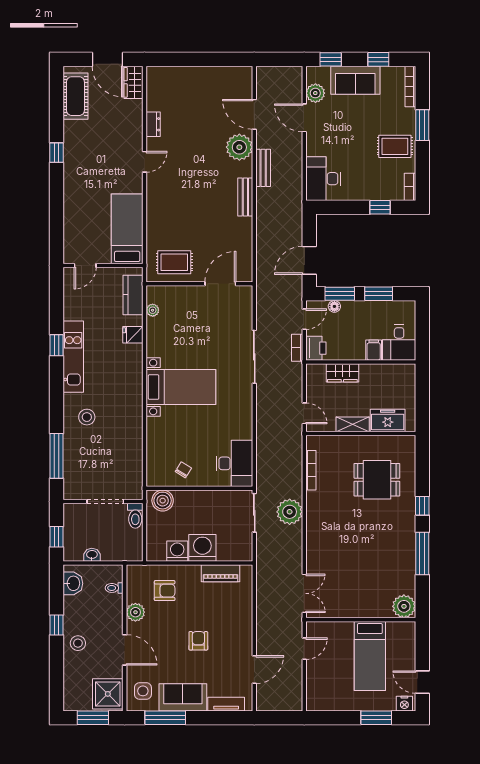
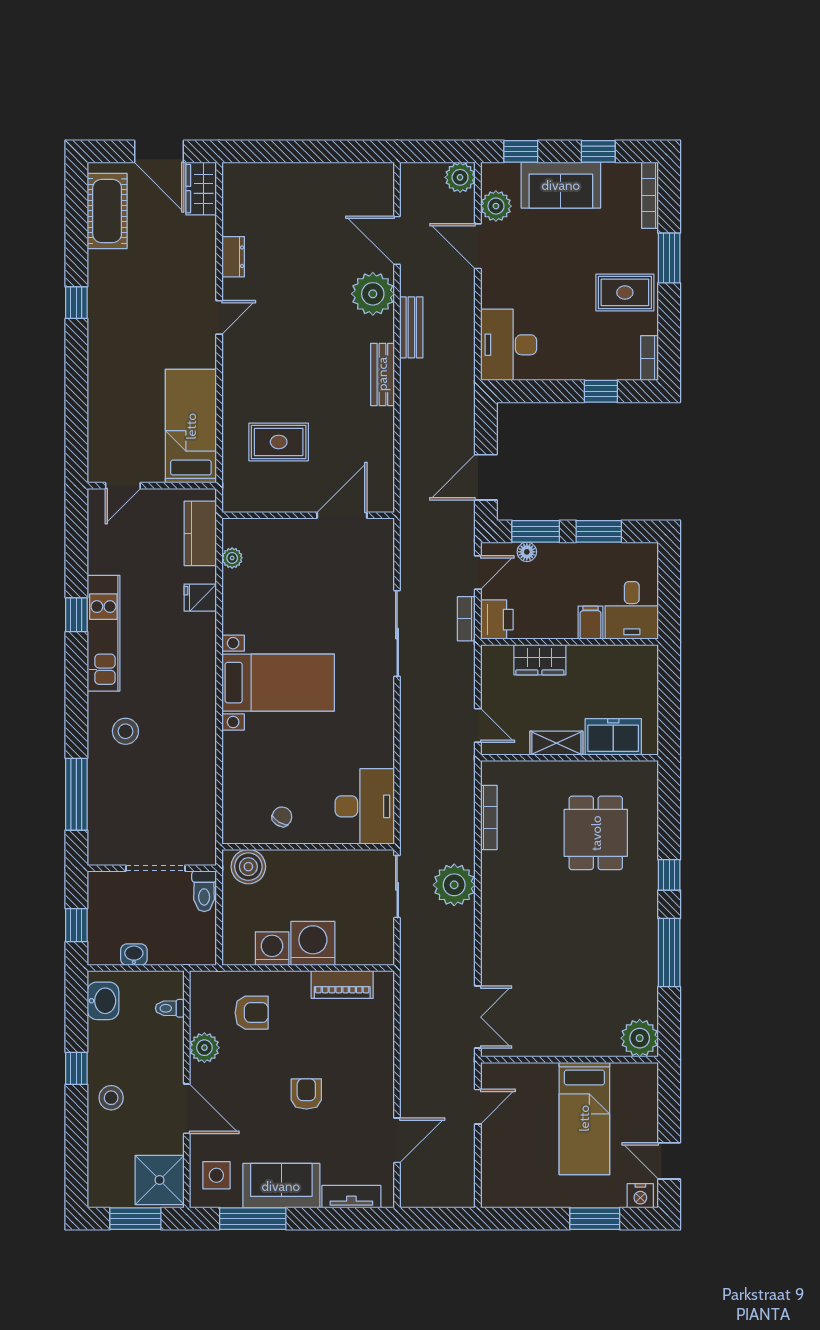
plant: (293, 75) -> (460, 177), added
rug: (174, 262) -> (279, 442), moved
dining table: (377, 480) -> (596, 833), turned 90

